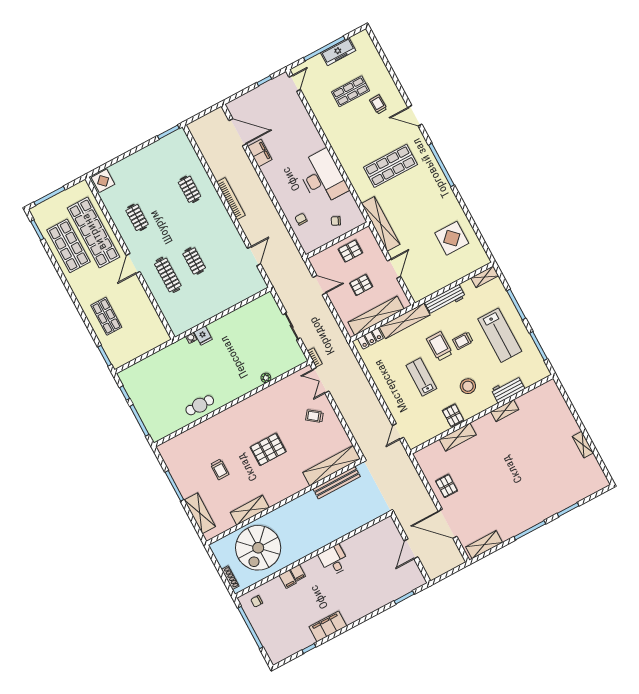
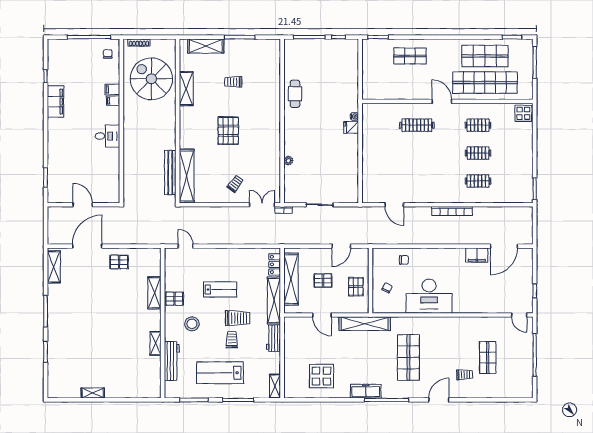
freezer: (338, 52) -> (366, 391), moved, turned 90
clothes rail: (194, 261) -> (478, 153), moved
pallet: (361, 285) -> (323, 280), turned 90
workbench: (445, 300) -> (273, 338), width x0.73
workbench: (508, 389) -> (172, 361), width x1.37

